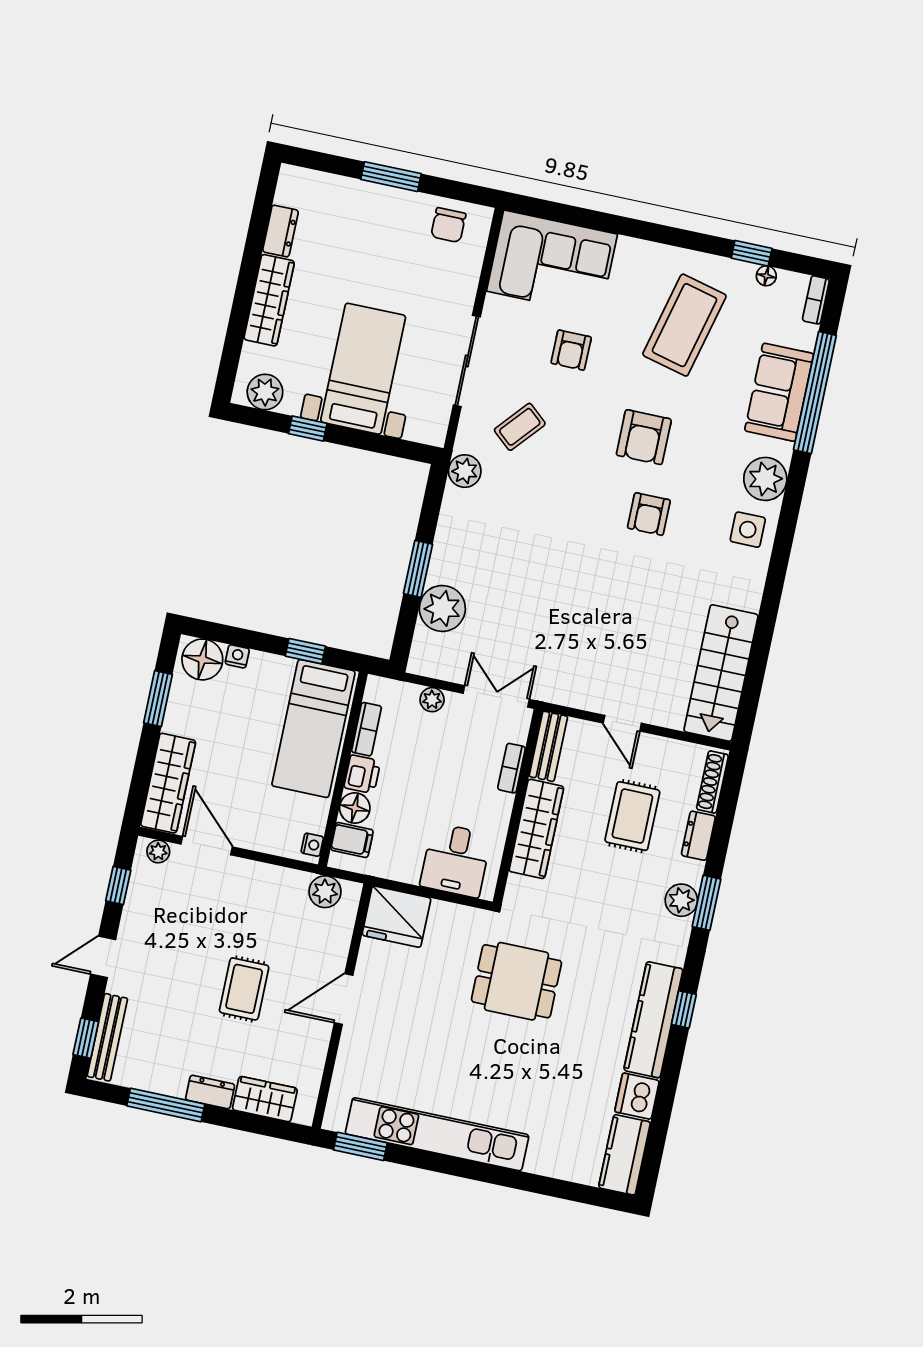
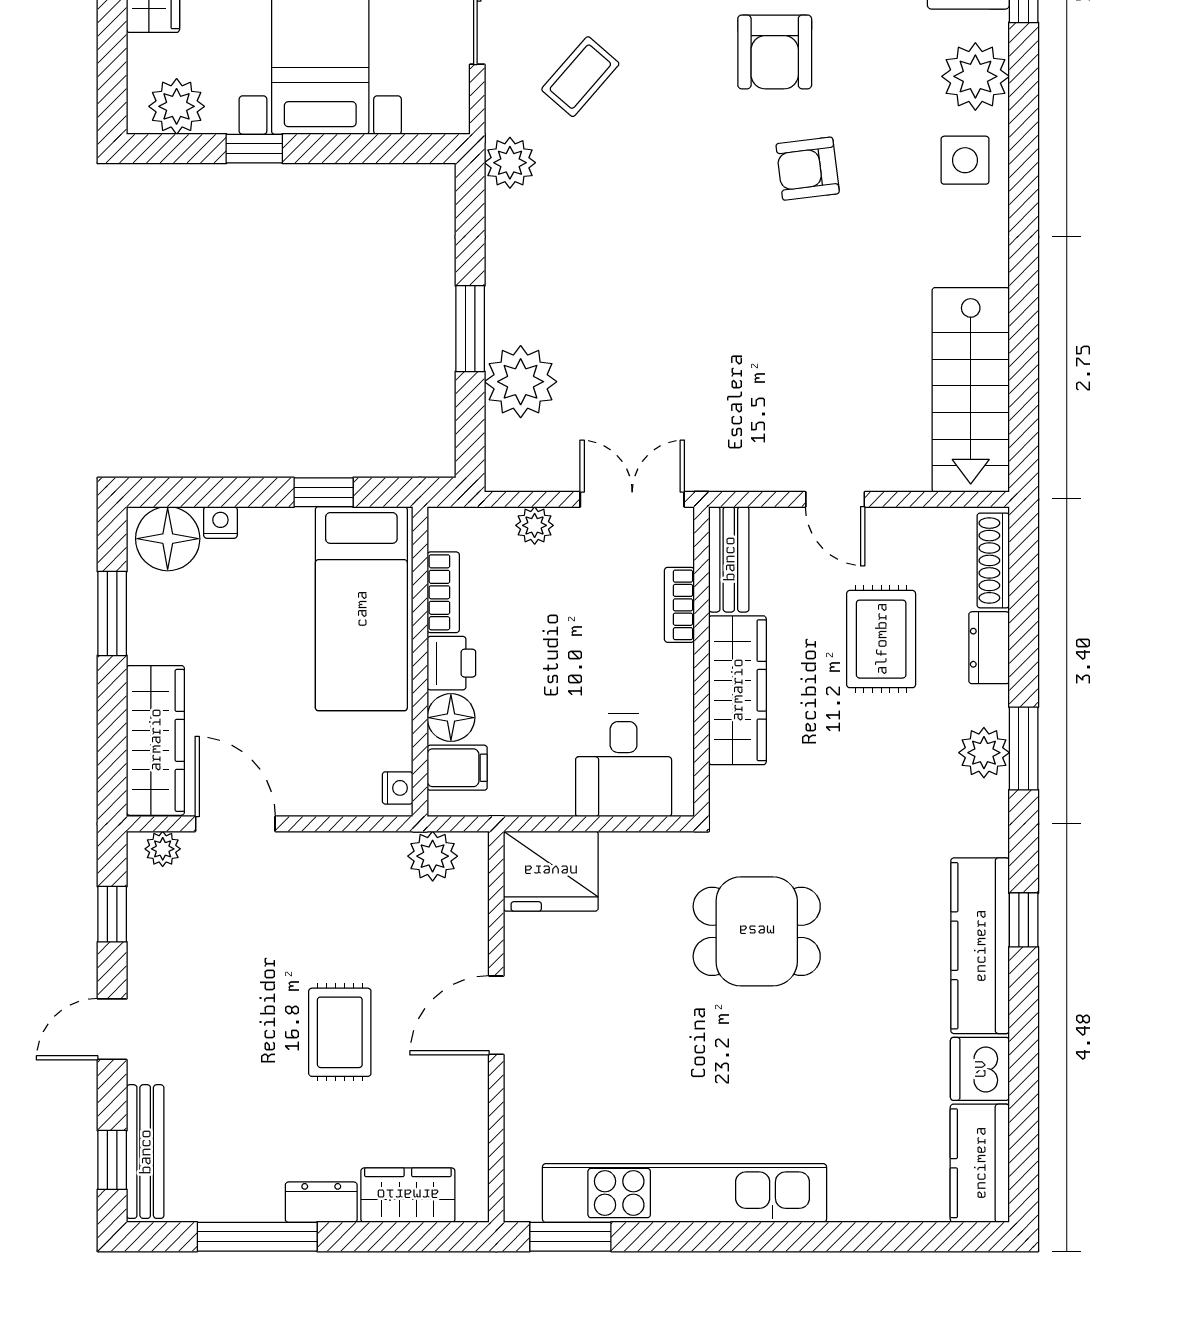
armchair: (649, 514) -> (808, 169), turned 83

